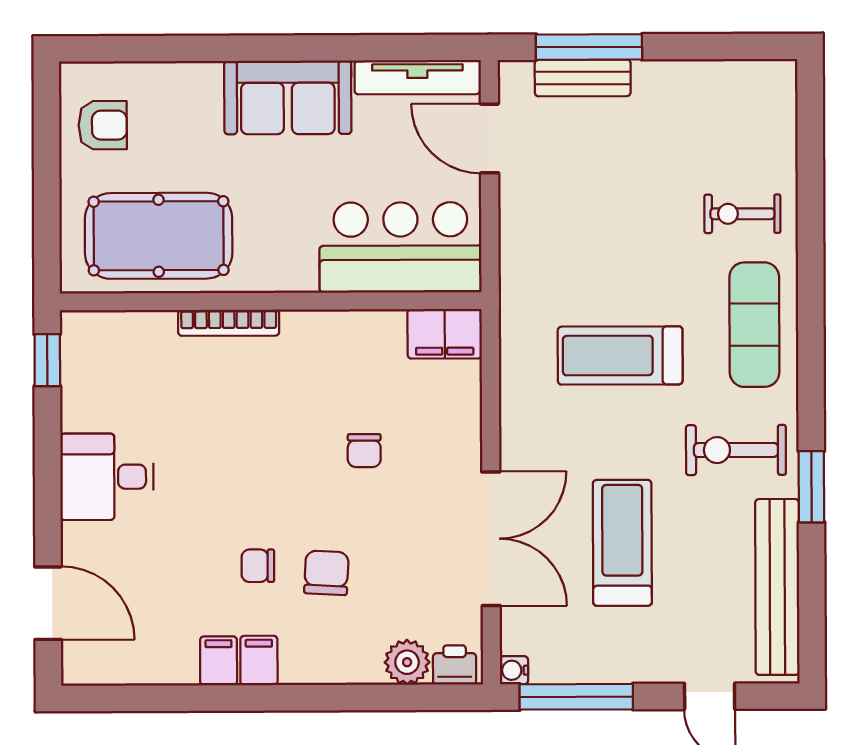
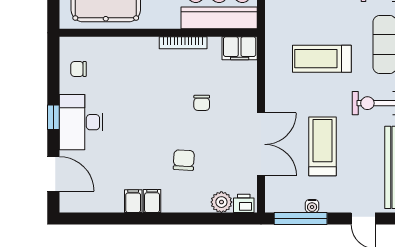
bookcase: (229, 323) -> (183, 43), moved
window: (47, 360) -> (53, 117), moved
desk: (107, 477) -> (81, 122), width x1.37
chair: (258, 566) -> (79, 69), moved
water cooler: (514, 670) -> (312, 206), moved, turned -90

